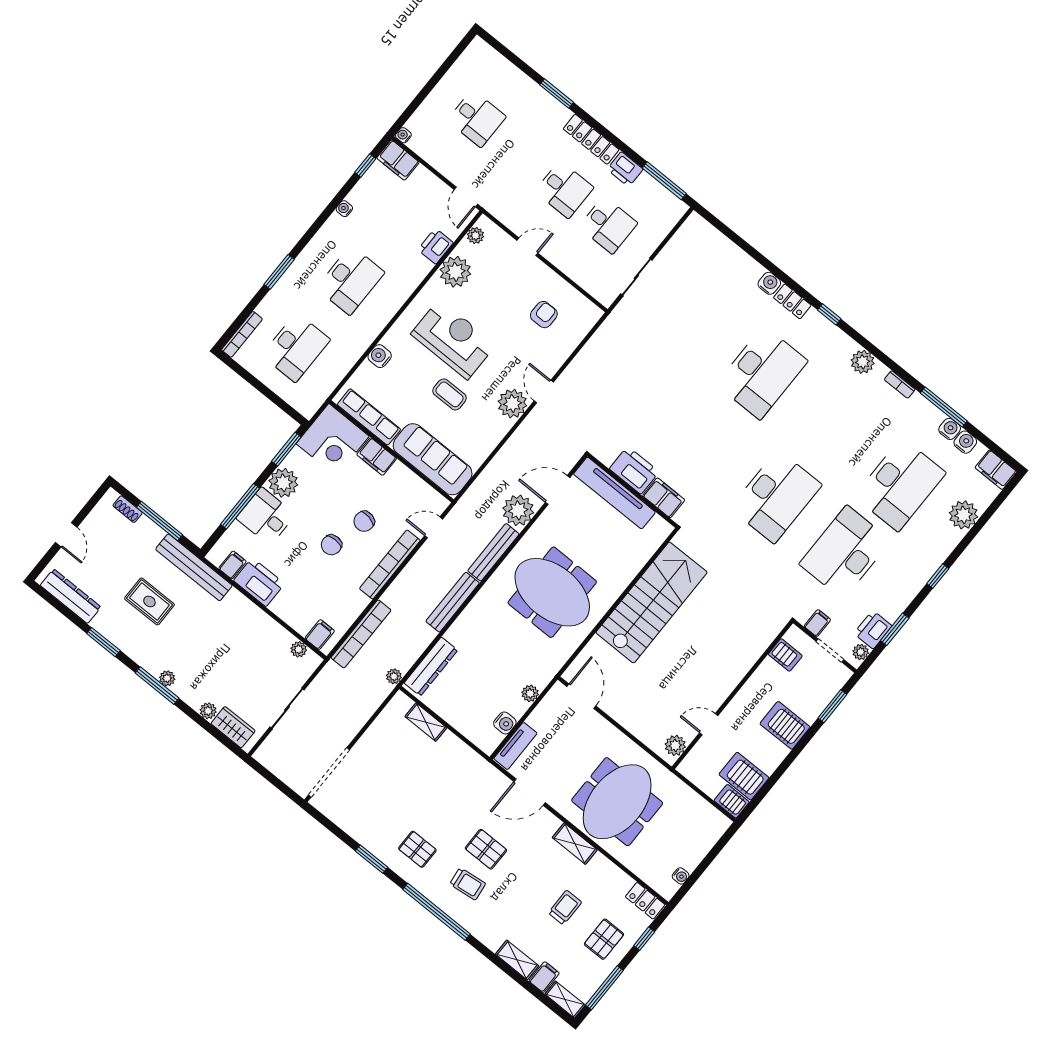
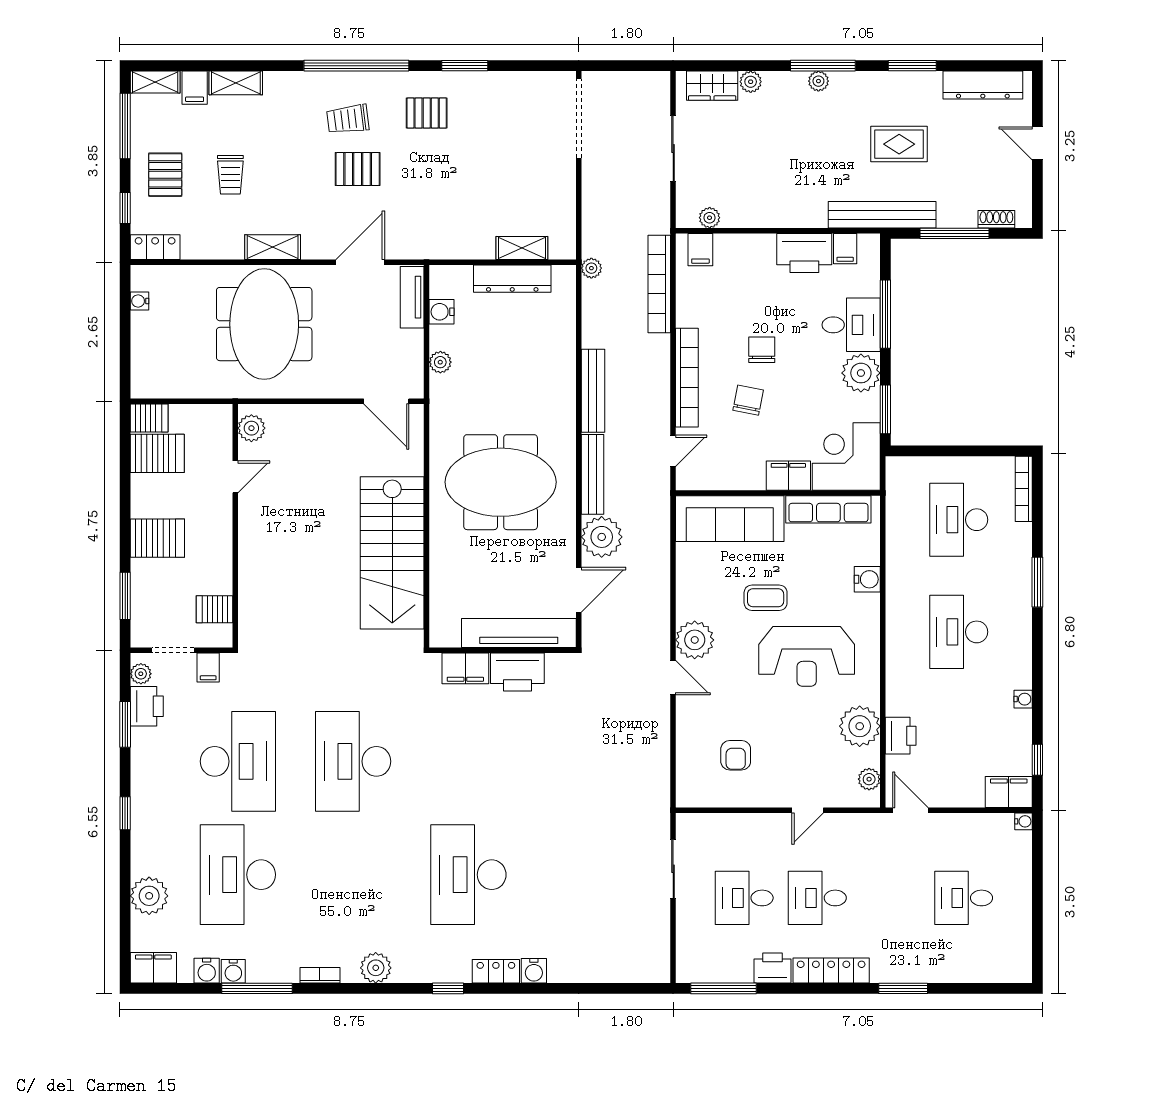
dresser: (431, 667) -> (512, 279), moved, turned -90

